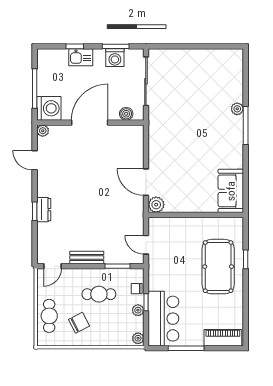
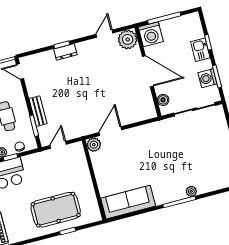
plant: (43, 131) -> (128, 39), width x1.88, depth x1.88
sofa: (231, 191) -> (128, 202), width x1.36
bench: (87, 258) -> (38, 111), moved

